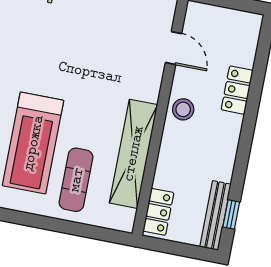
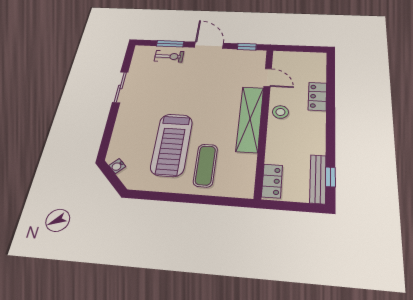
shelving: (133, 154) -> (250, 119), moved

